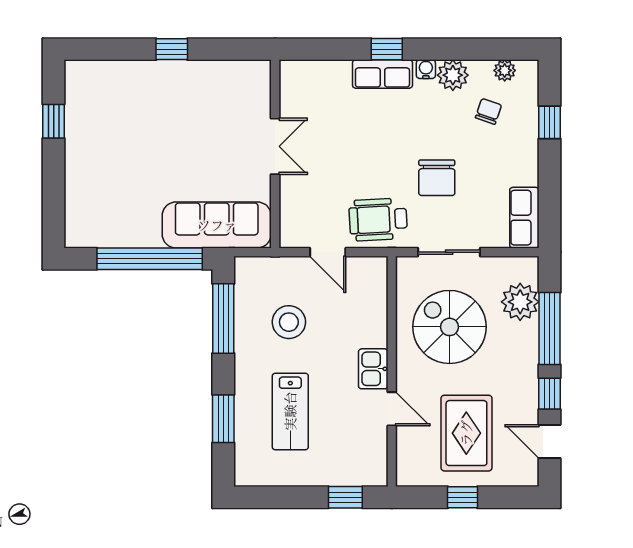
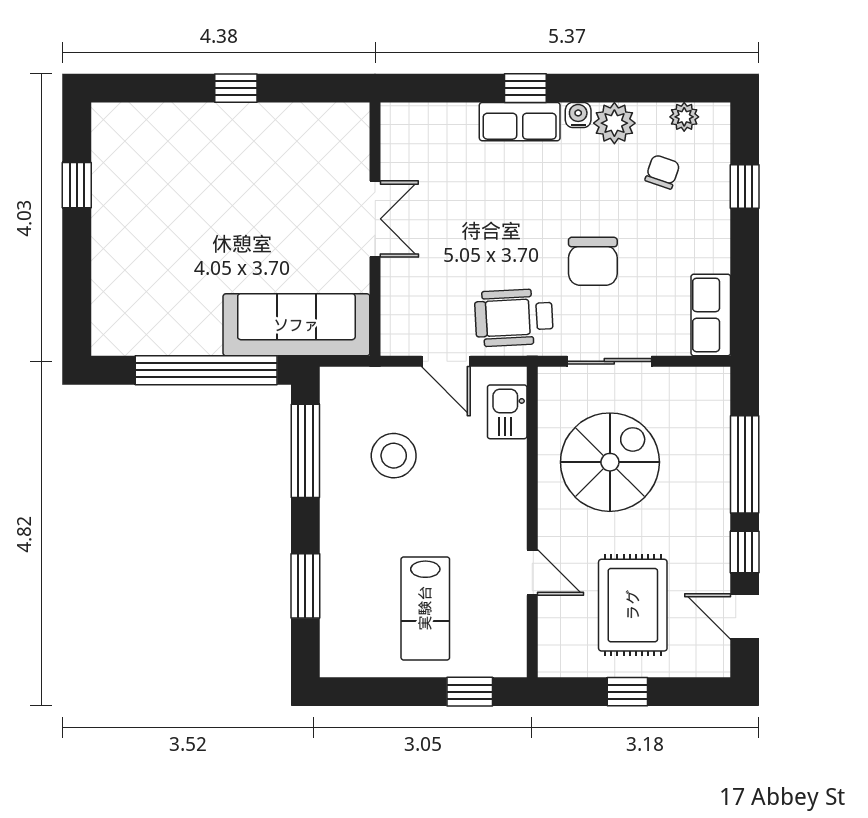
plant: (520, 302) -> (705, 428), removed
spiral stairs: (450, 327) -> (610, 462), turned 90
kitchen sink: (373, 369) -> (507, 412), moved
lab bench: (290, 411) -> (425, 608), moved

